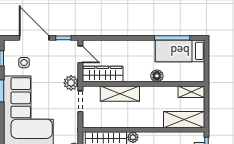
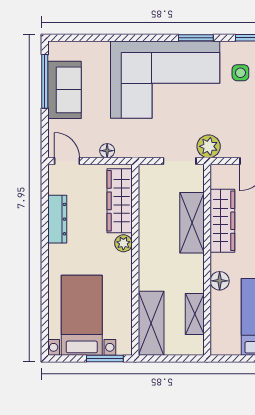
wardrobe: (103, 74) -> (222, 221), moved
shelving: (191, 92) -> (195, 314), moved

